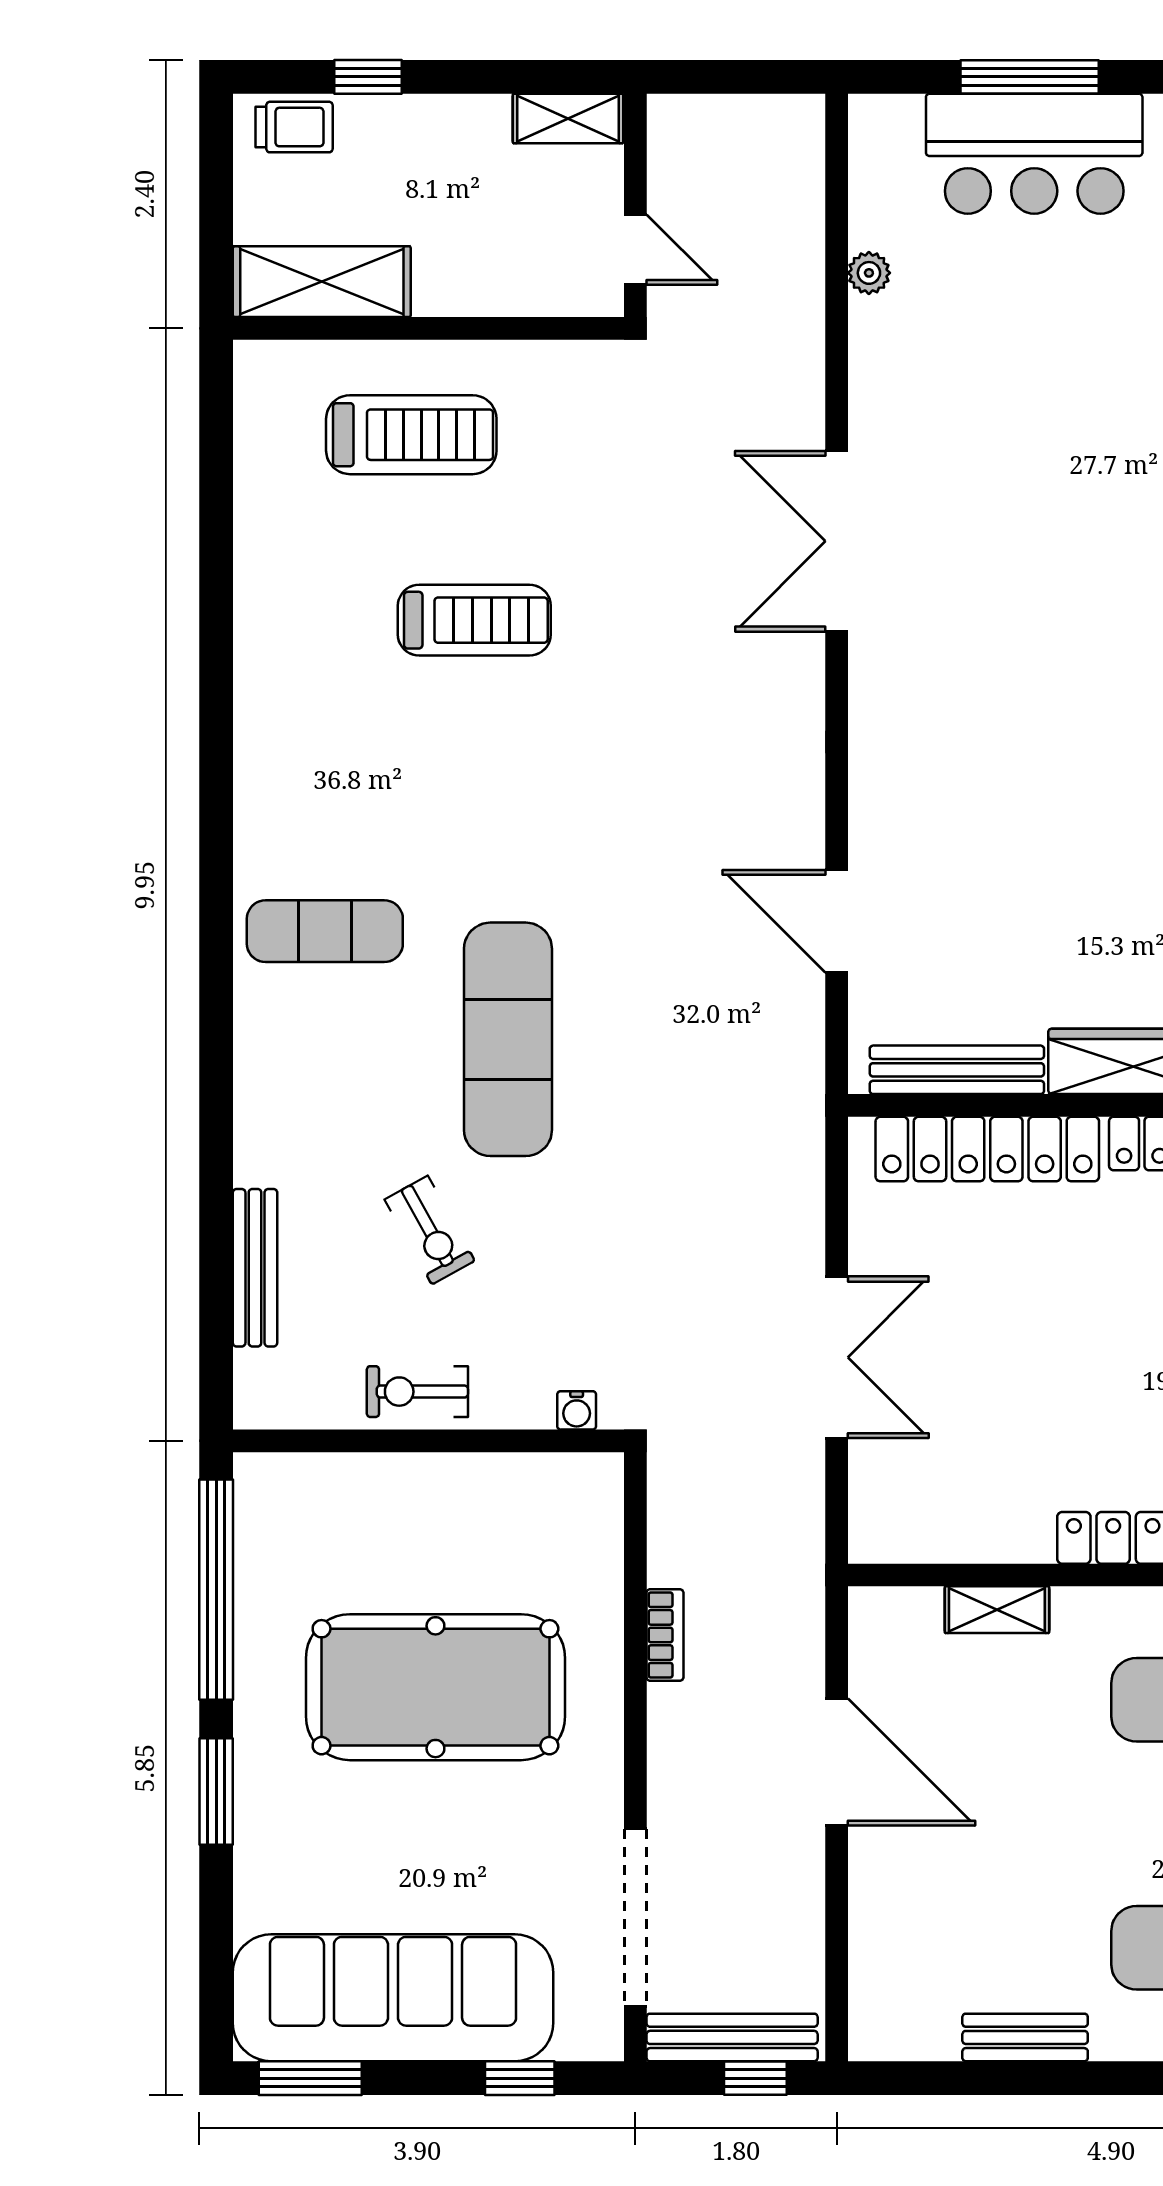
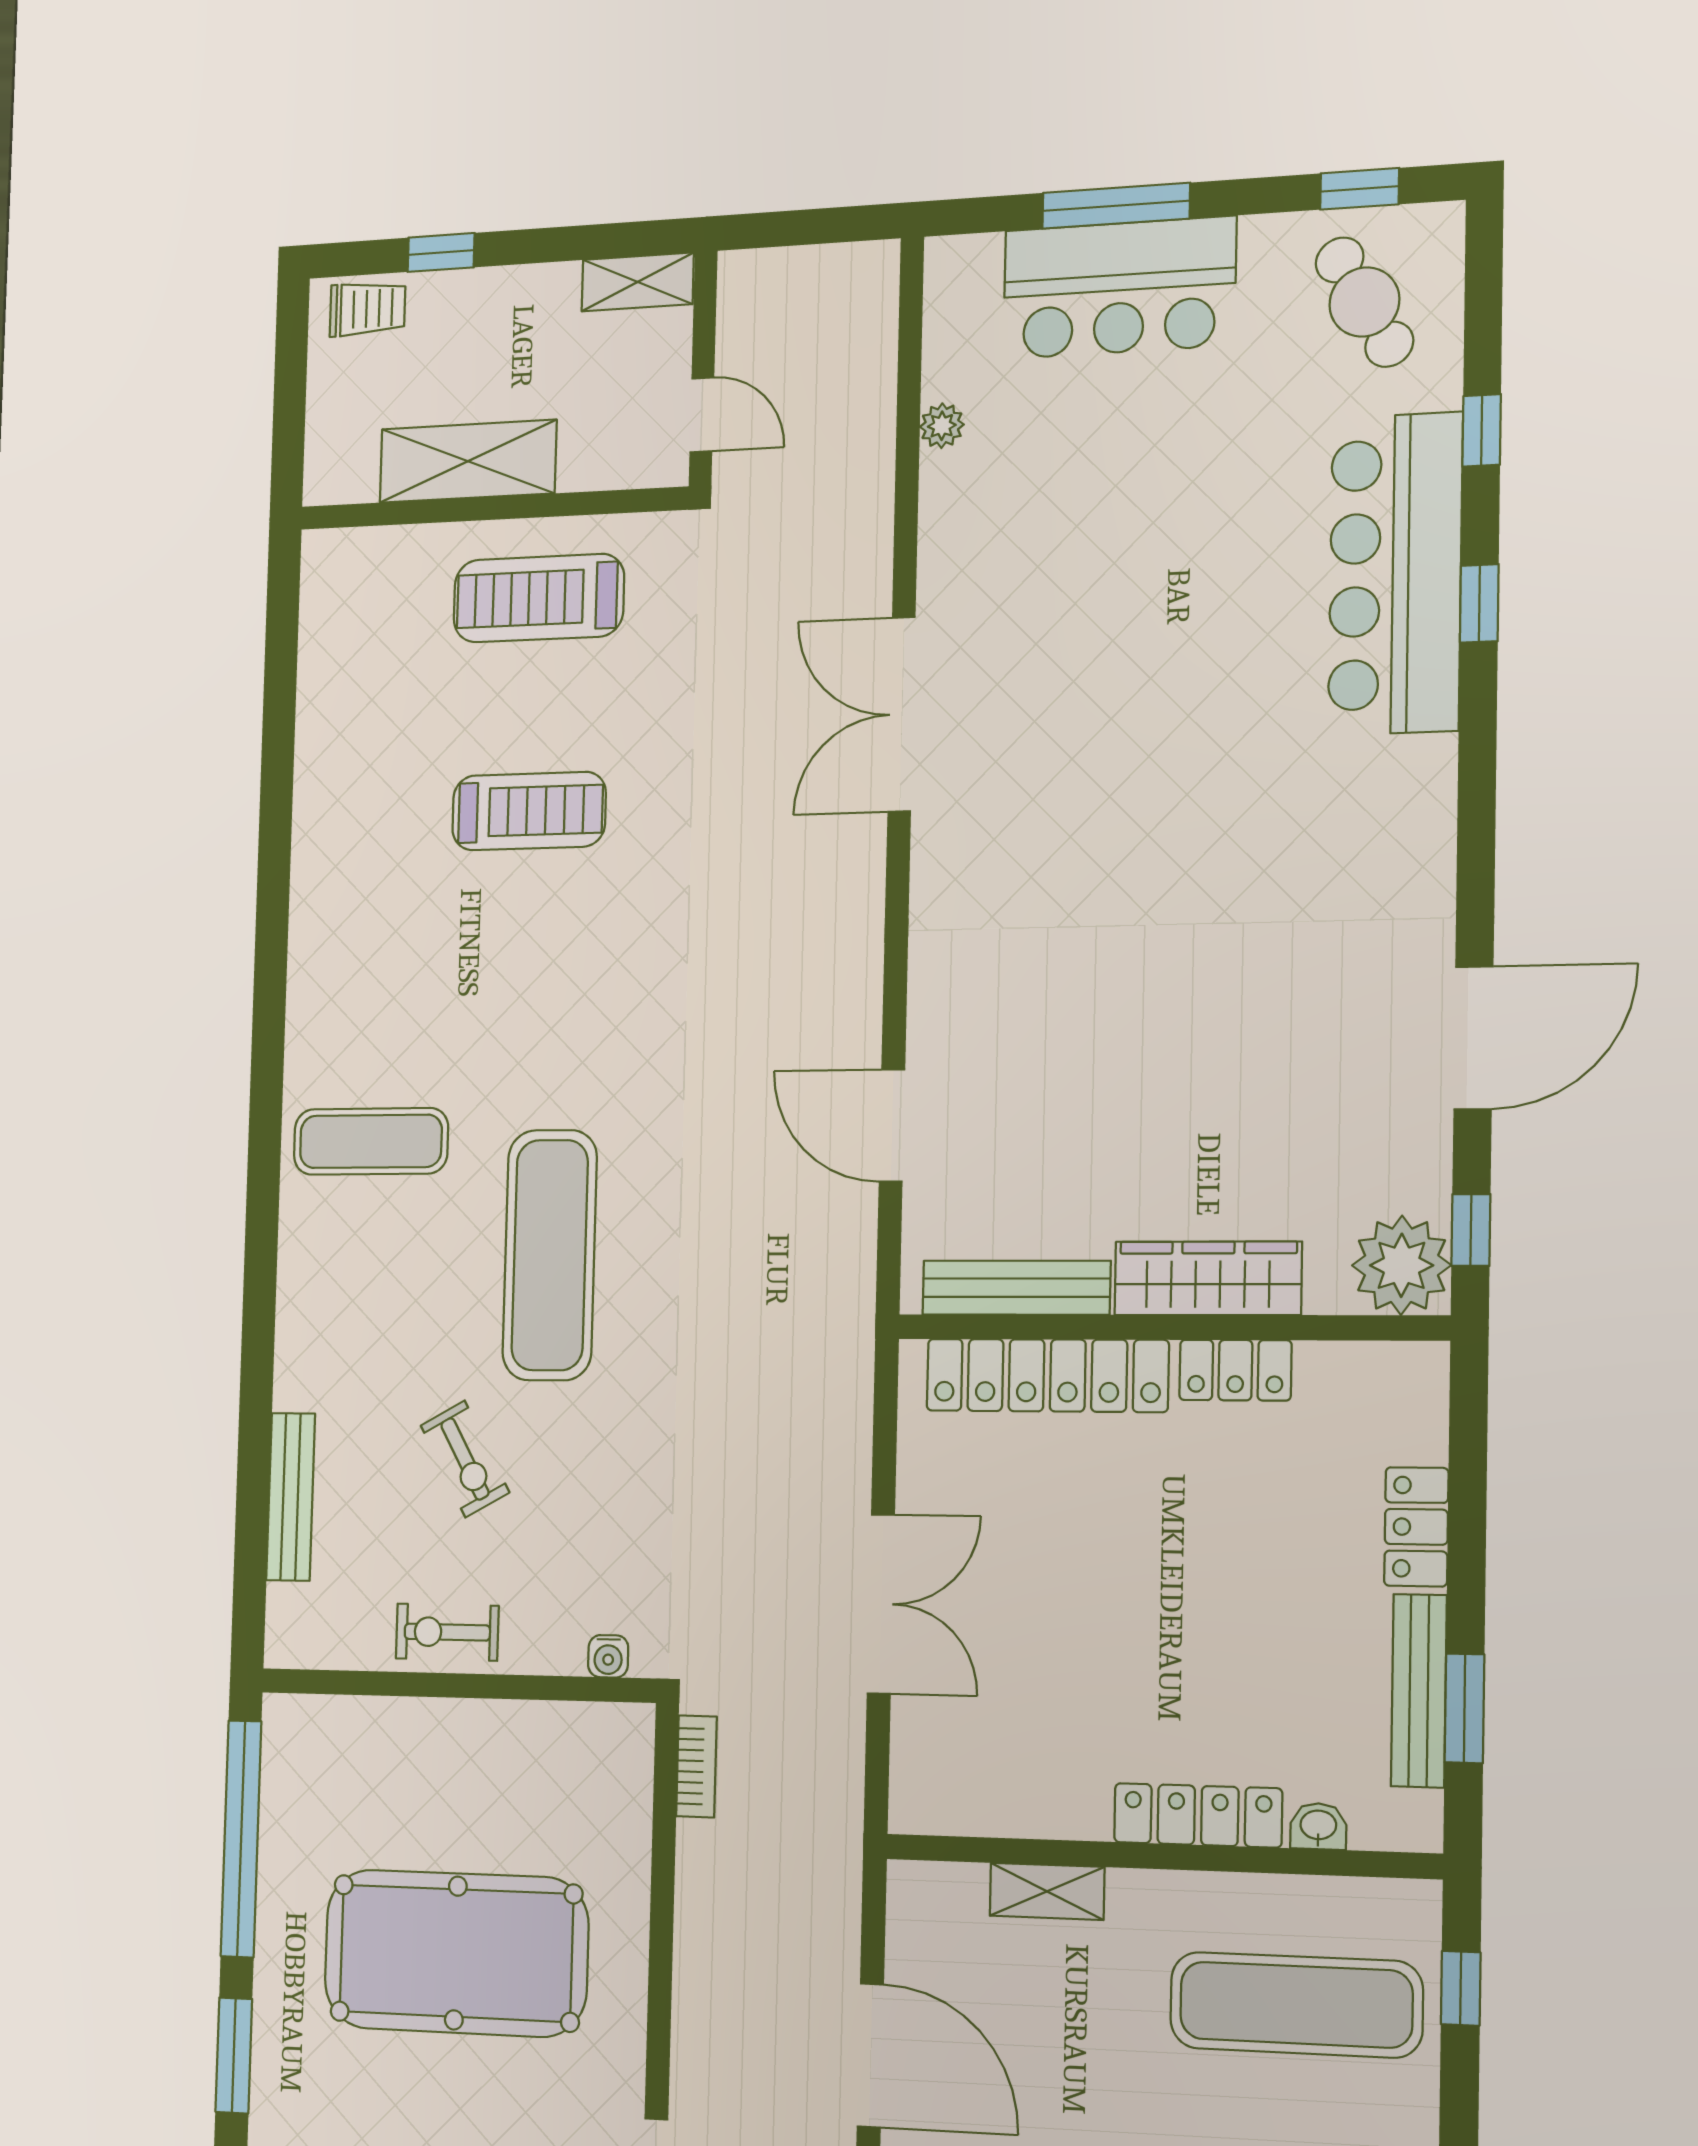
shelving: (322, 282) -> (468, 461), moved
treadmill: (411, 435) -> (539, 598), moved, turned 180
bookcase: (665, 1635) -> (696, 1766), moved

